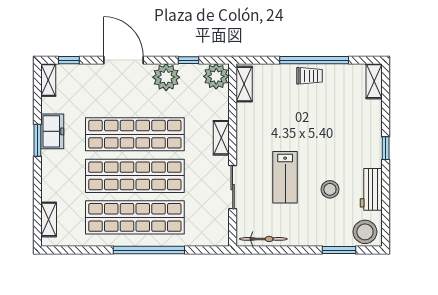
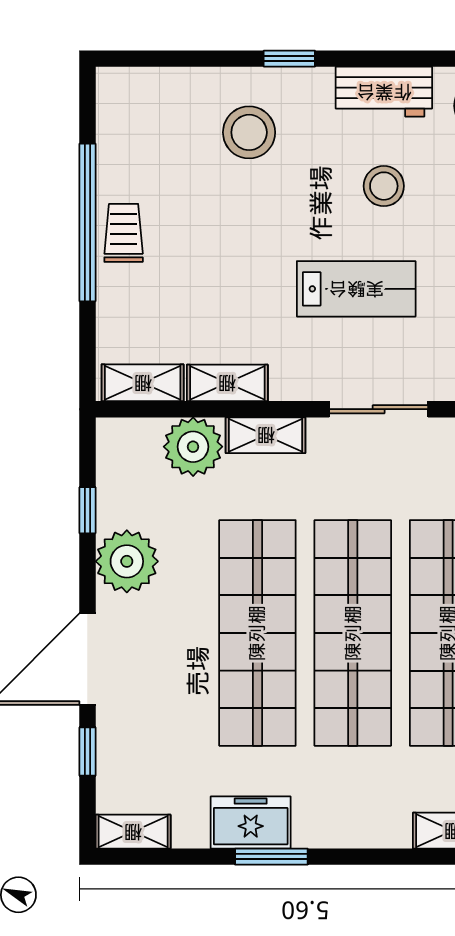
window: (69, 60) -> (87, 751), moved
plant: (216, 76) -> (193, 447), moved
shelving: (374, 81) -> (227, 383), moved
stool: (353, 131) -> (249, 132), added

